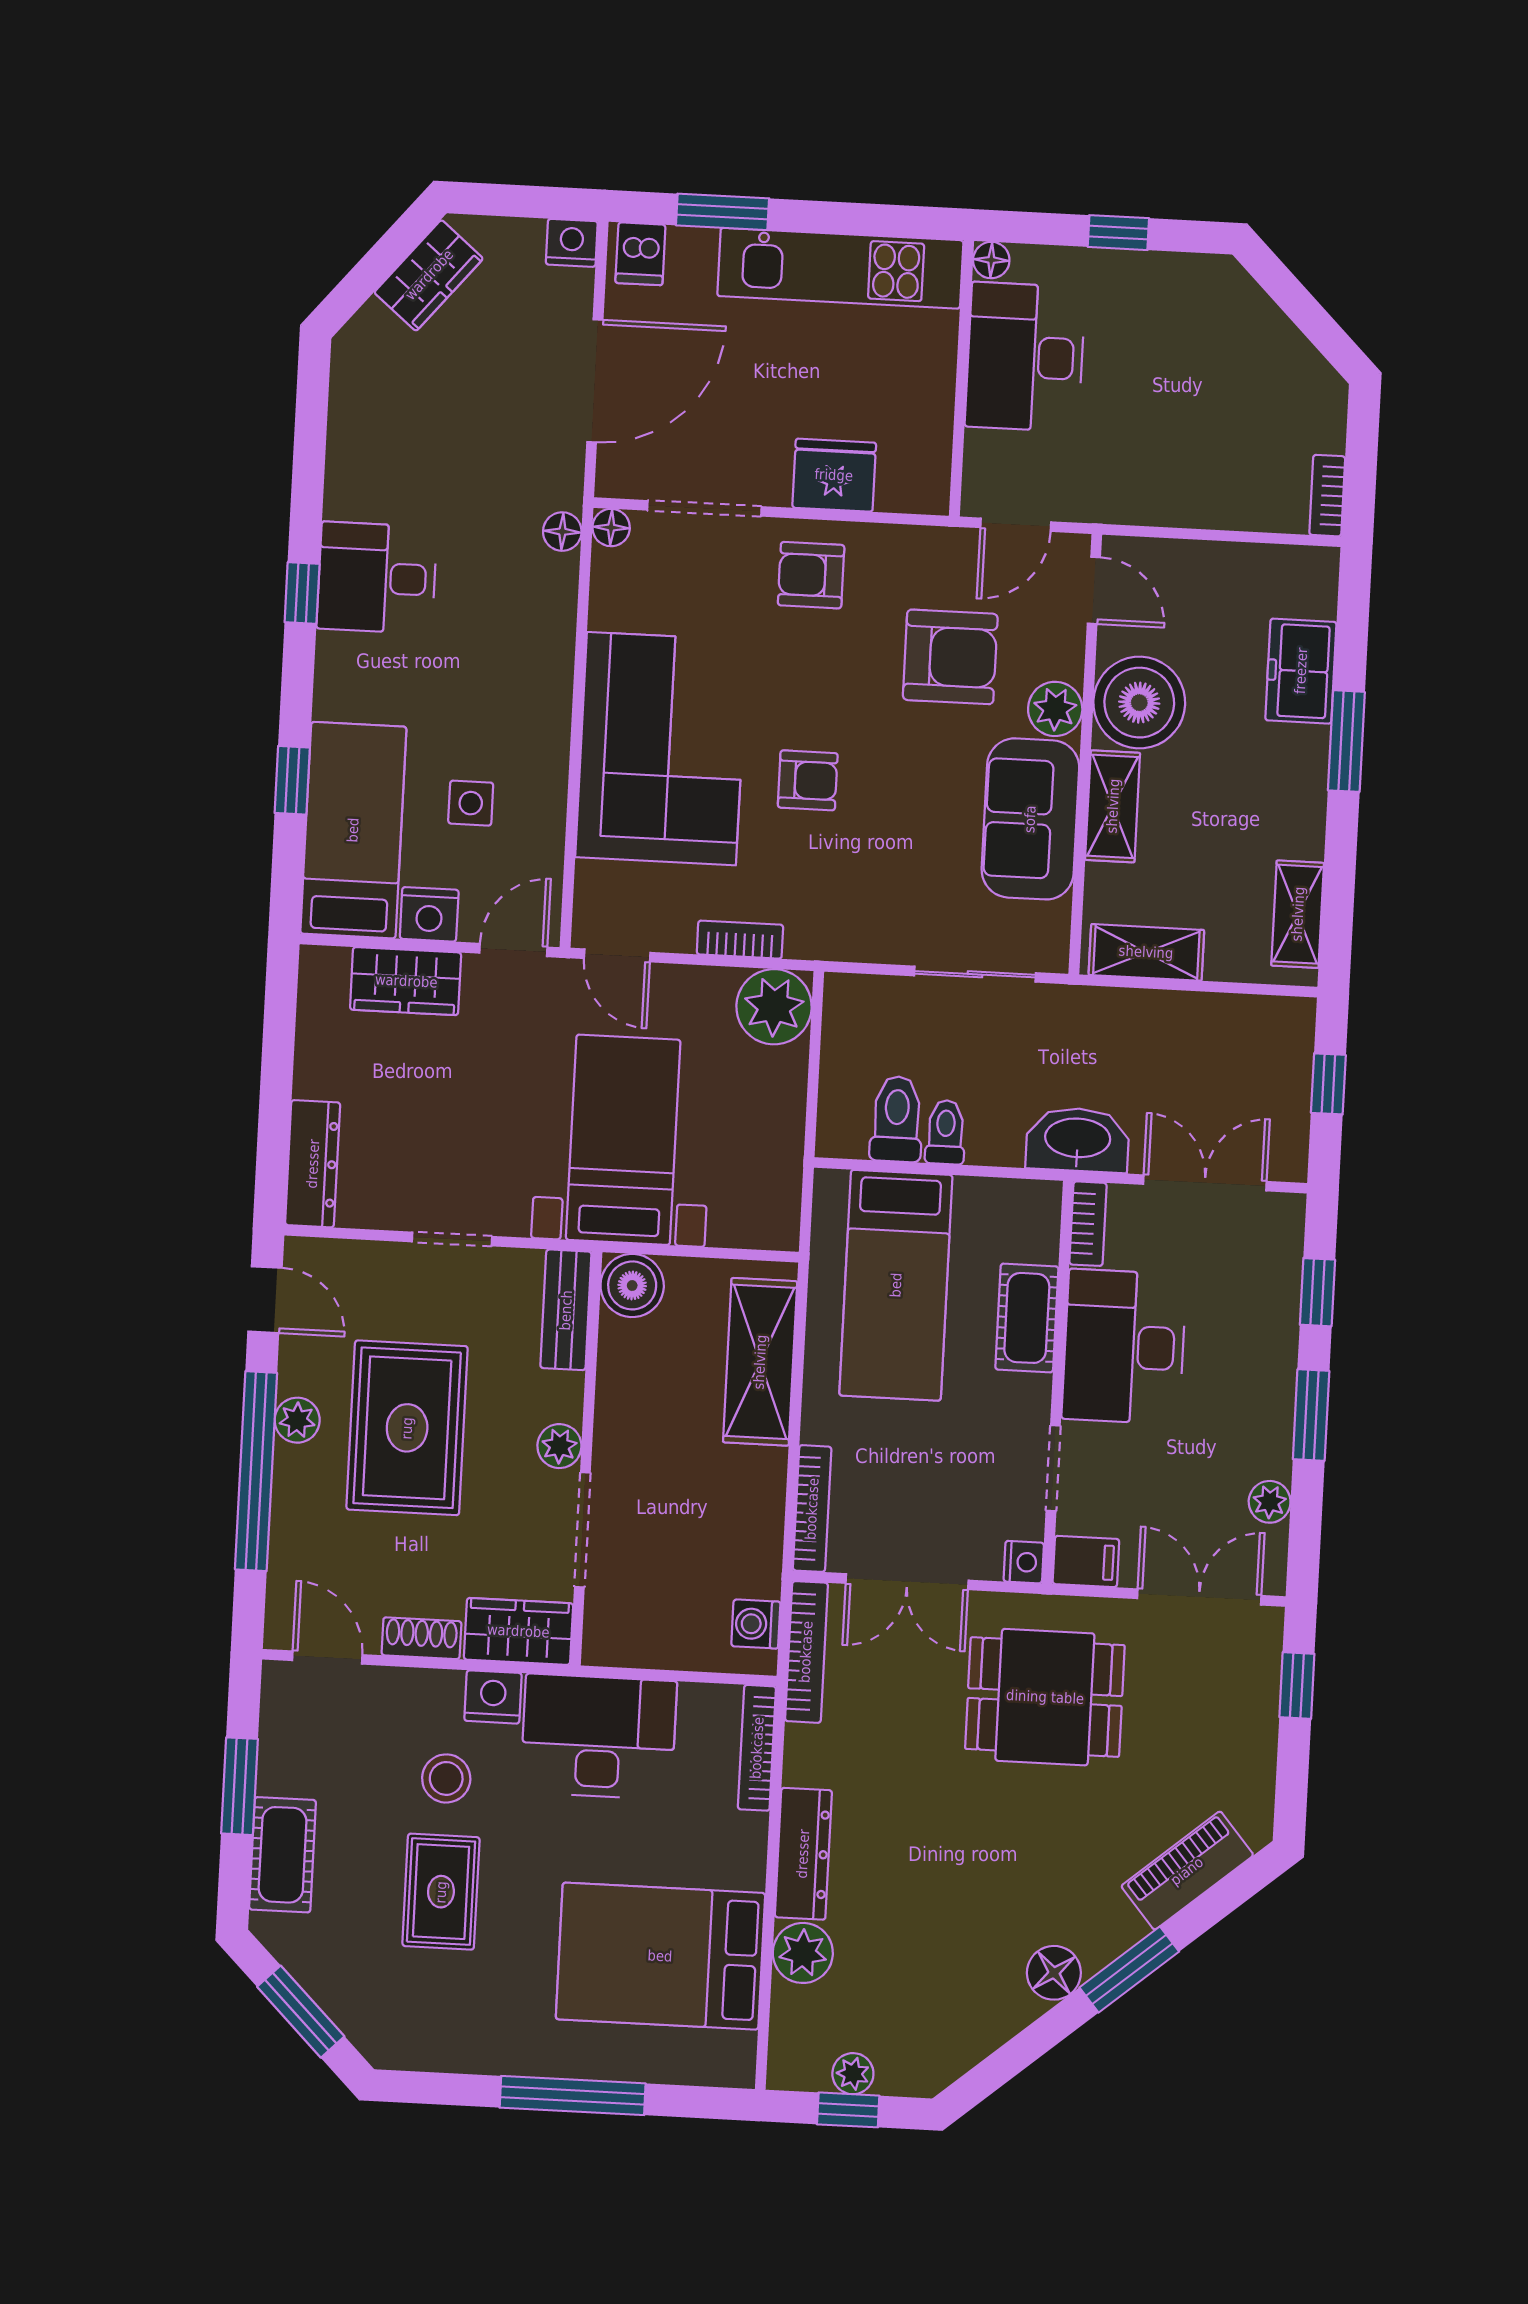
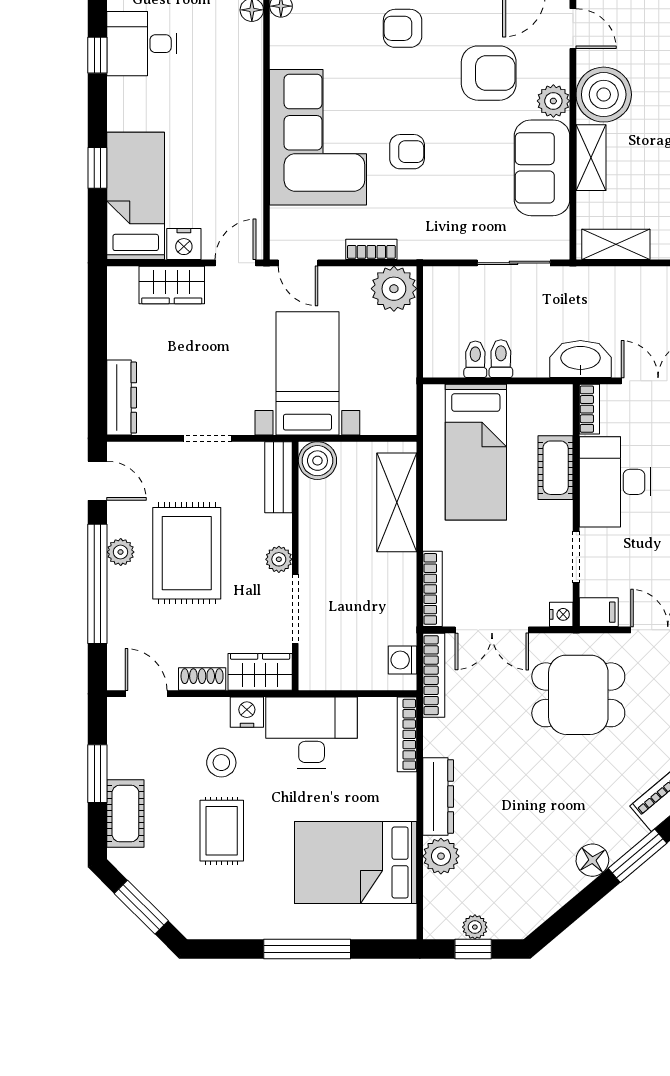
side table: (471, 803) -> (205, 176), removed
toilet: (897, 1119) -> (475, 359), width x0.73, depth x0.72

